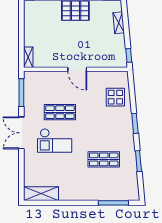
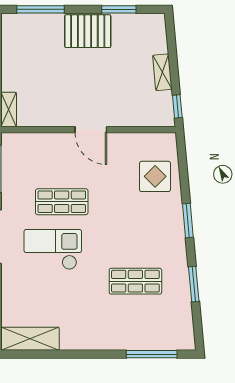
shelving: (119, 23) -> (162, 72), moved
checkout: (55, 141) -> (53, 249), turned 180

